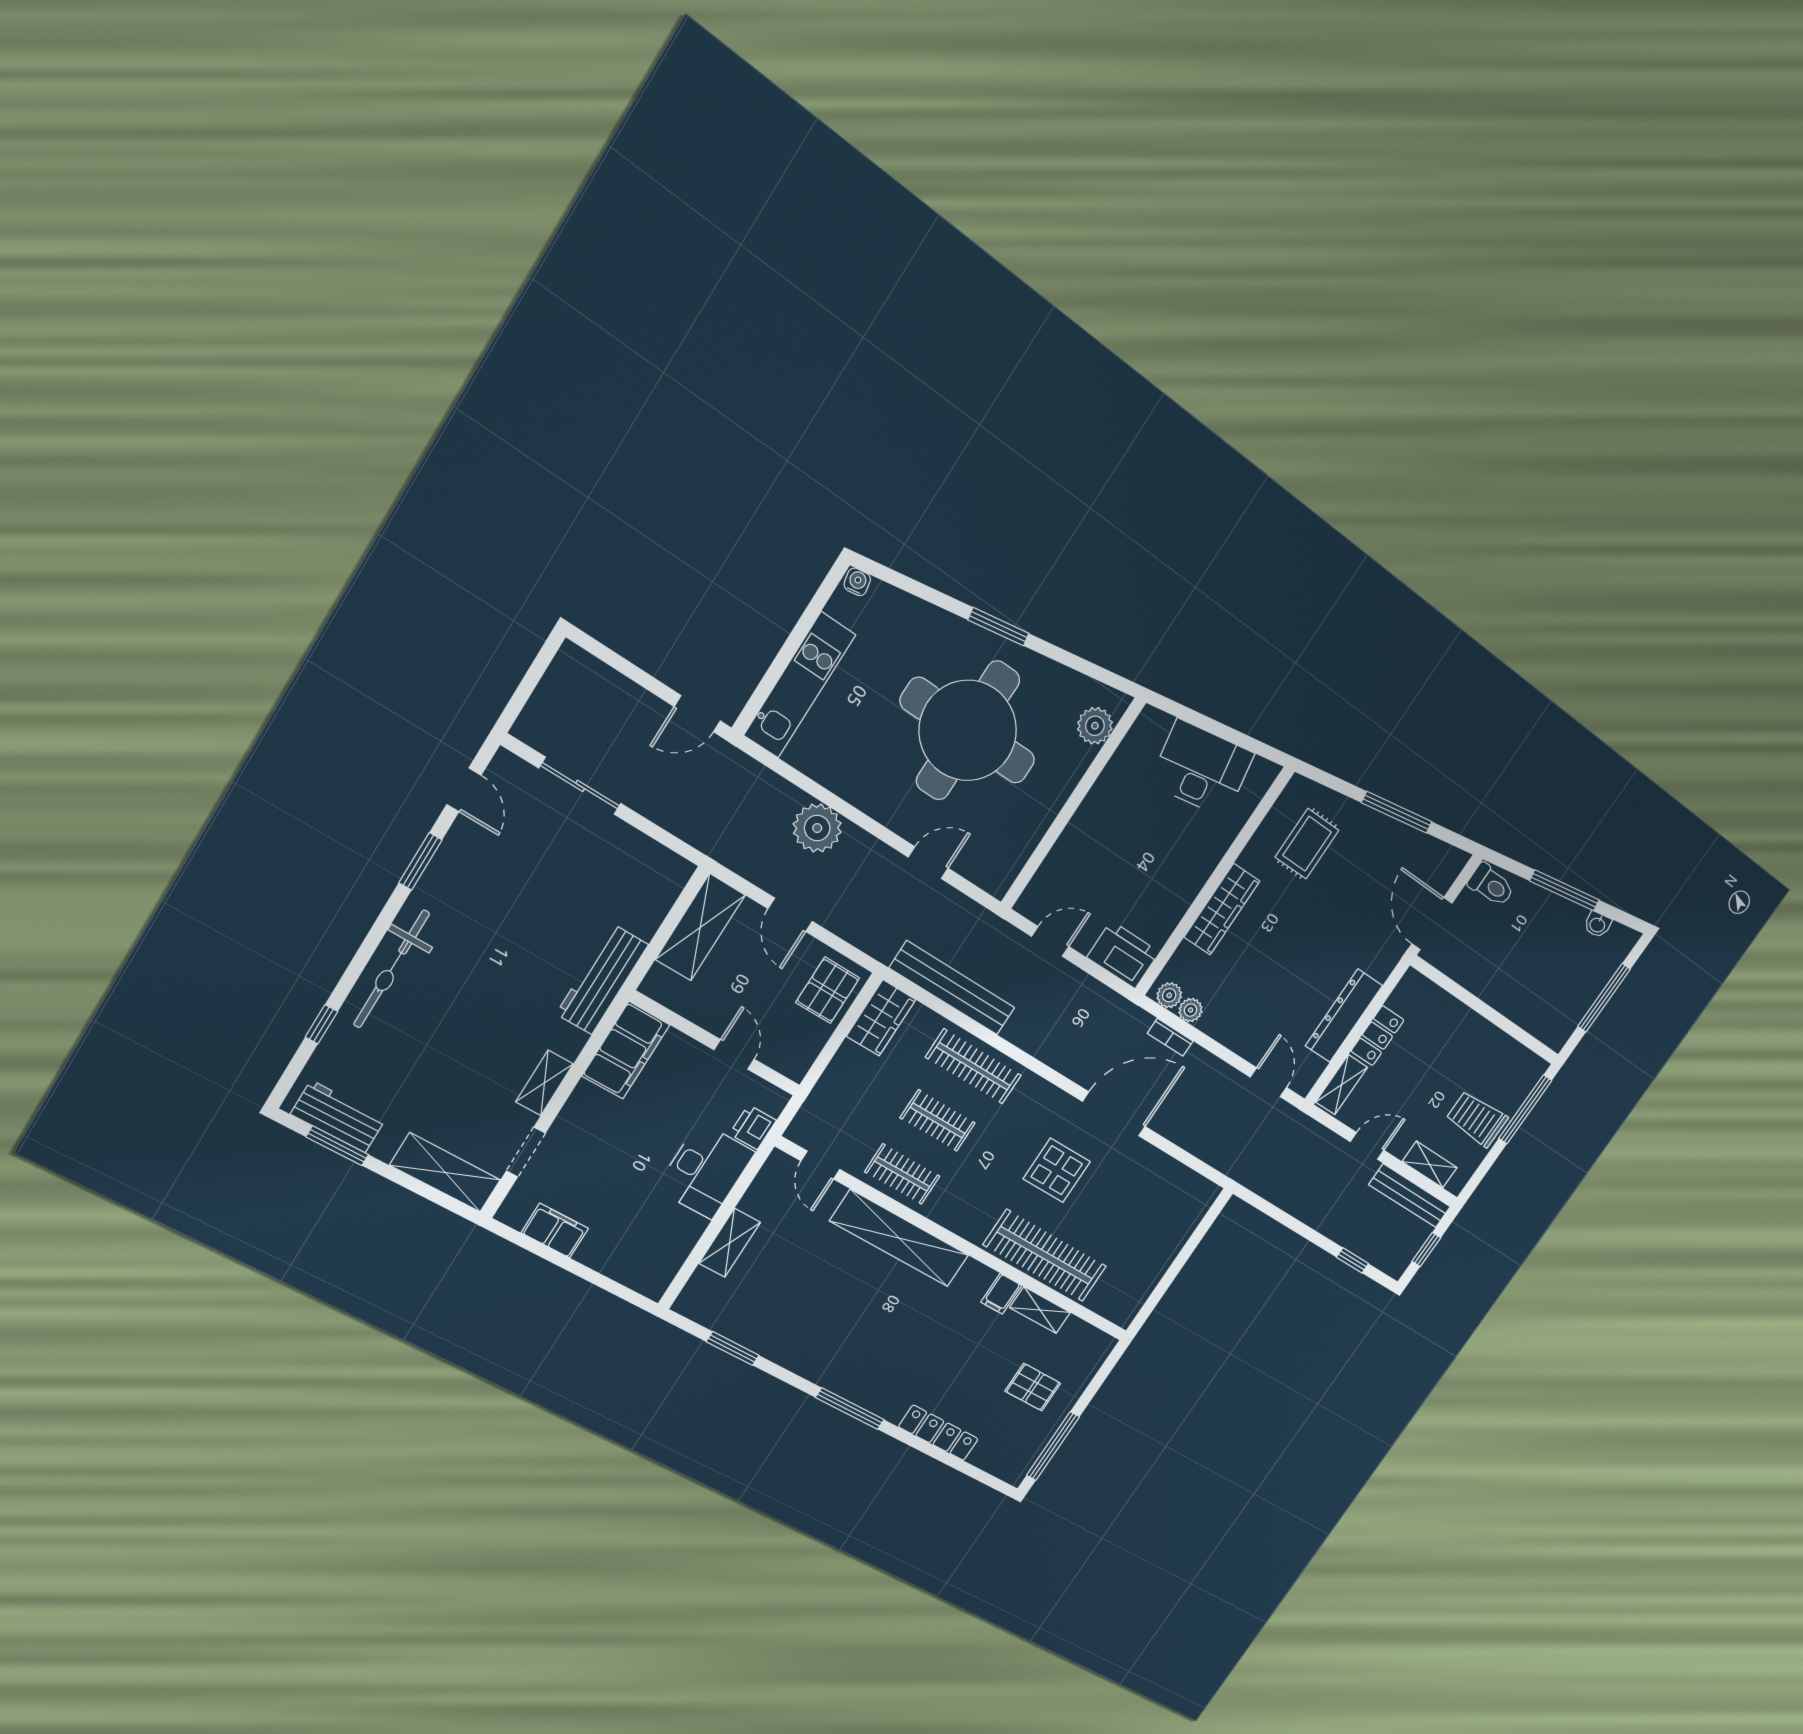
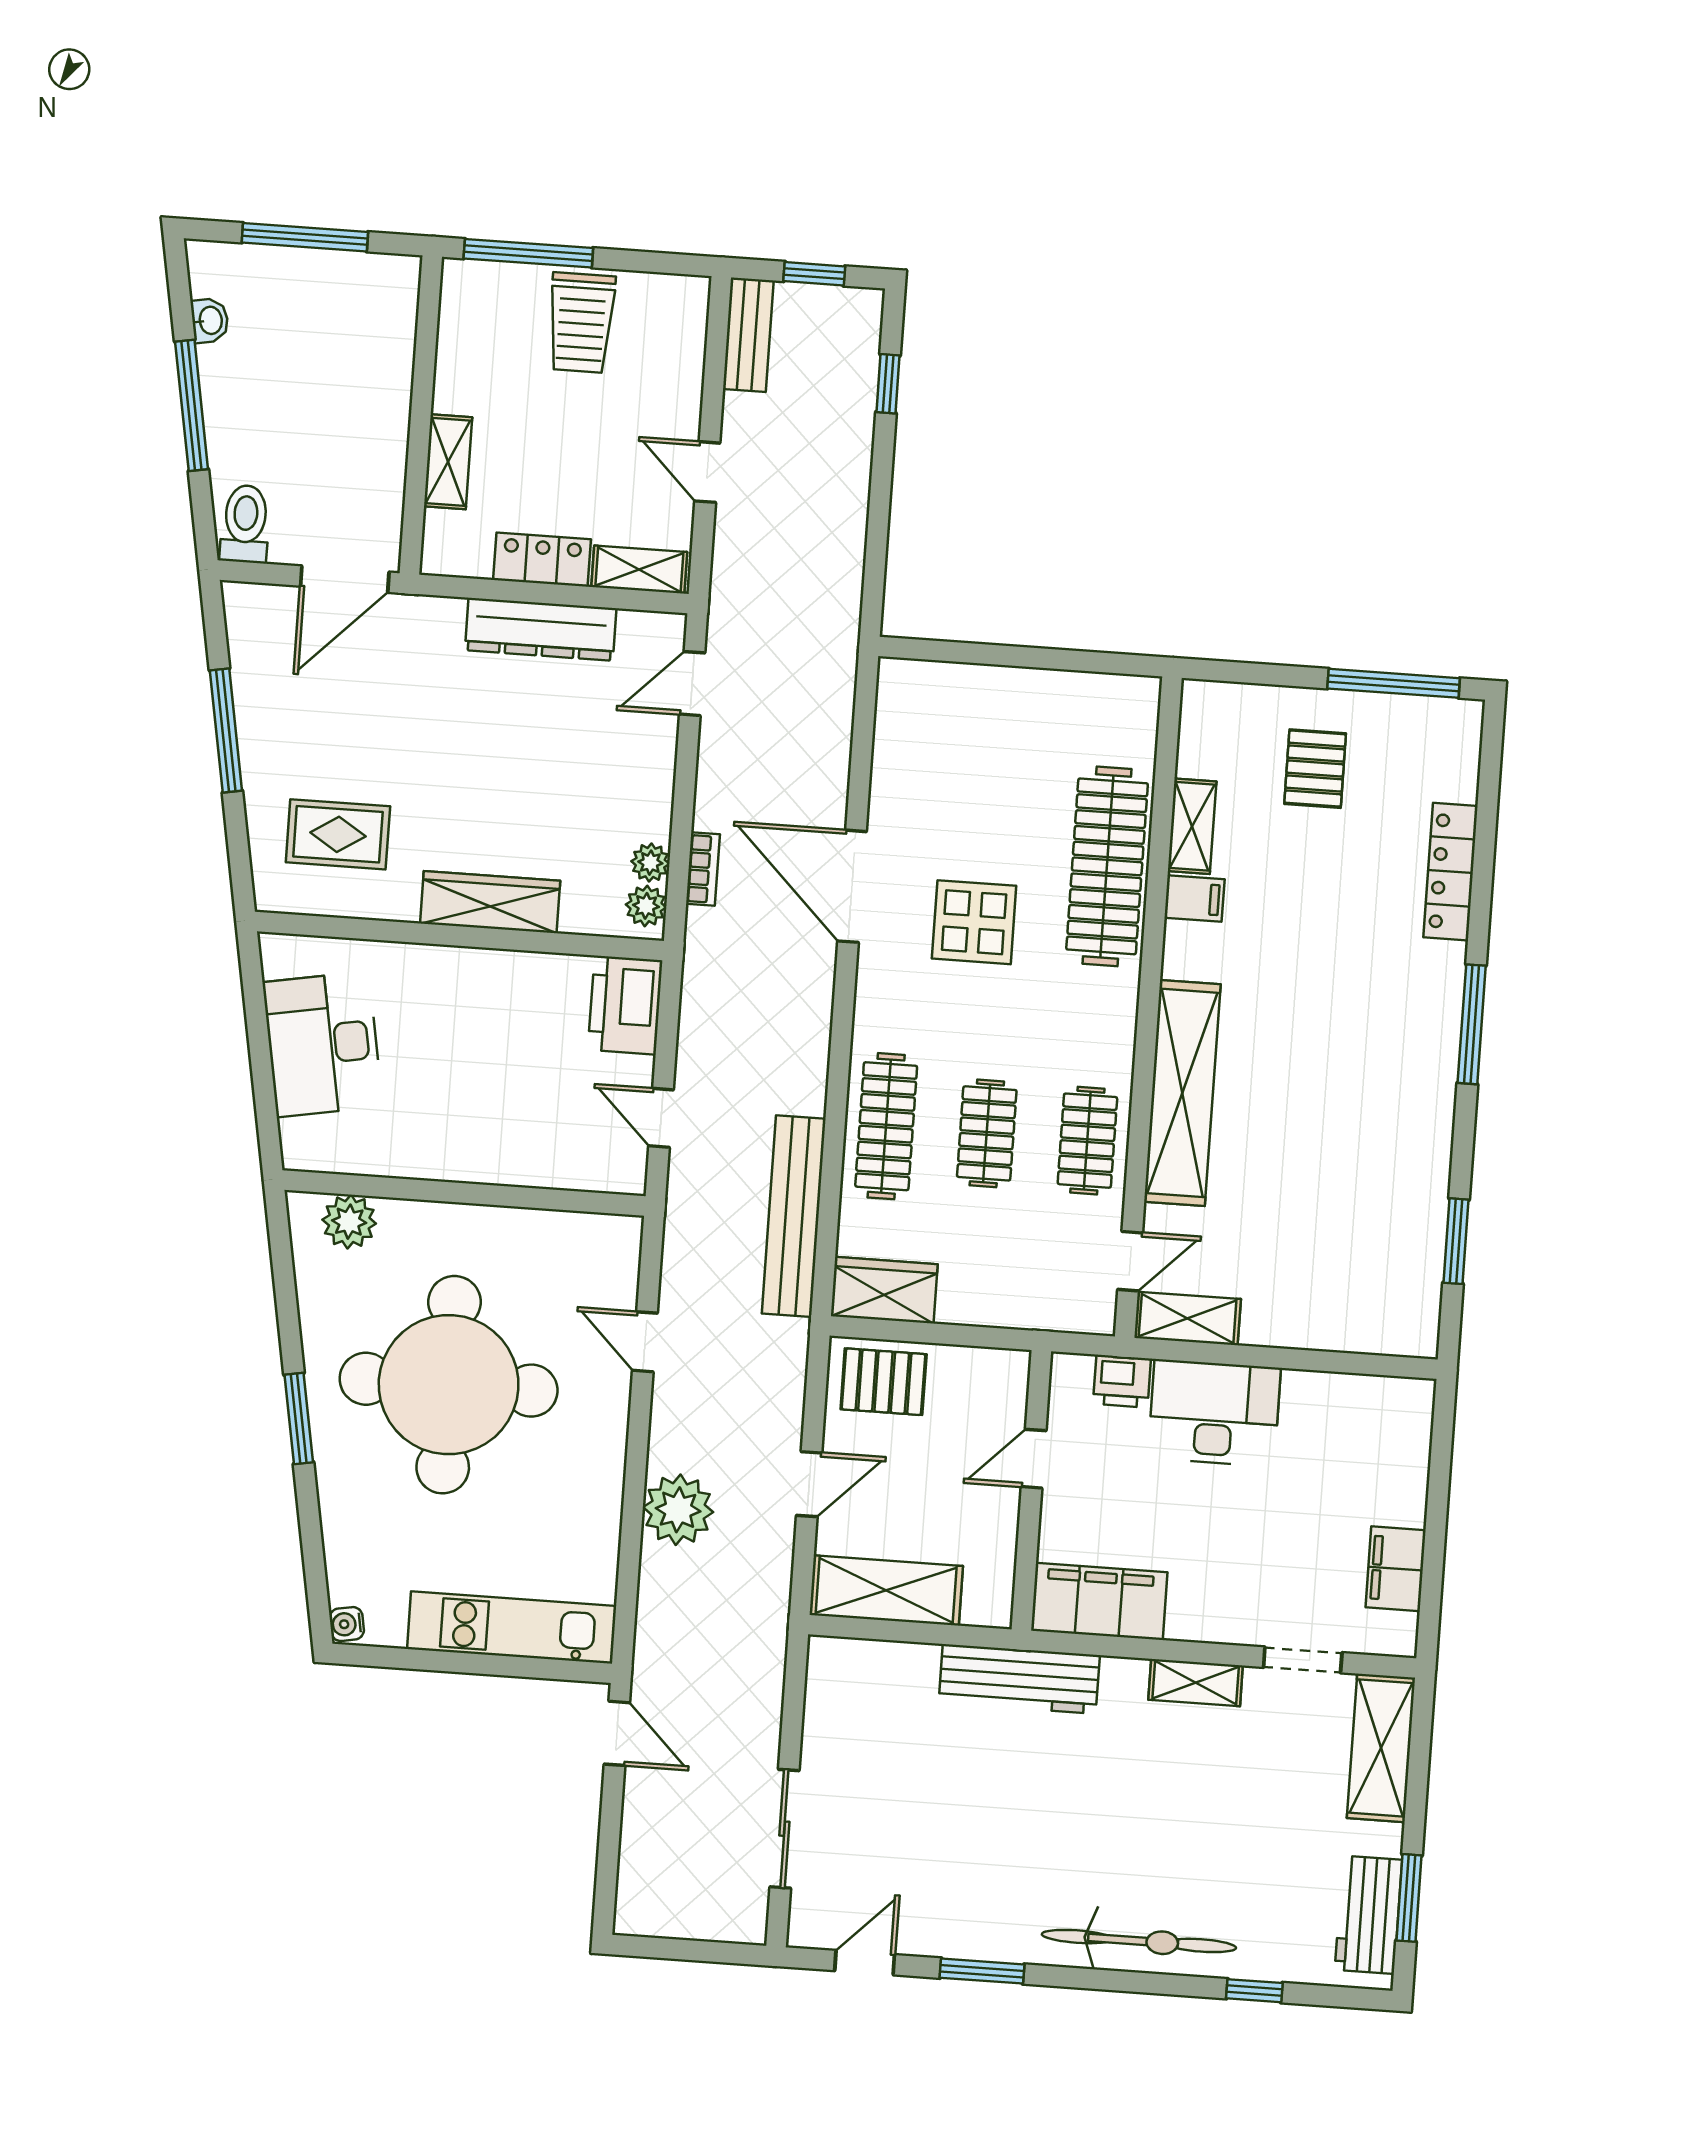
shelving: (1430, 1165) -> (448, 462), moved
bench: (1410, 1196) -> (748, 335), width x0.73
shelving: (730, 1243) -> (1188, 1318), moved

